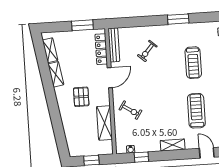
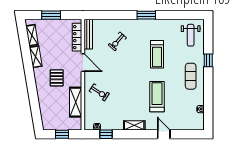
window: (82, 25) -> (51, 15), moved
door: (110, 78) -> (83, 63), hinge flipped

